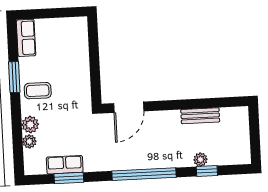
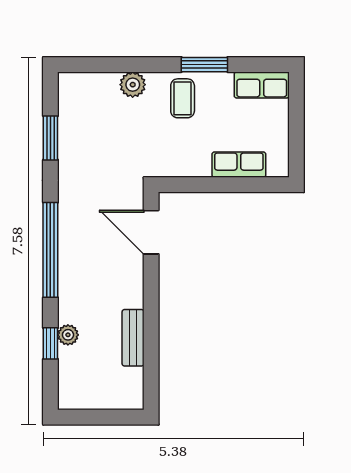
plant: (29, 141) -> (108, 82), removed
row of seats: (65, 165) -> (239, 165), moved, turned -90

